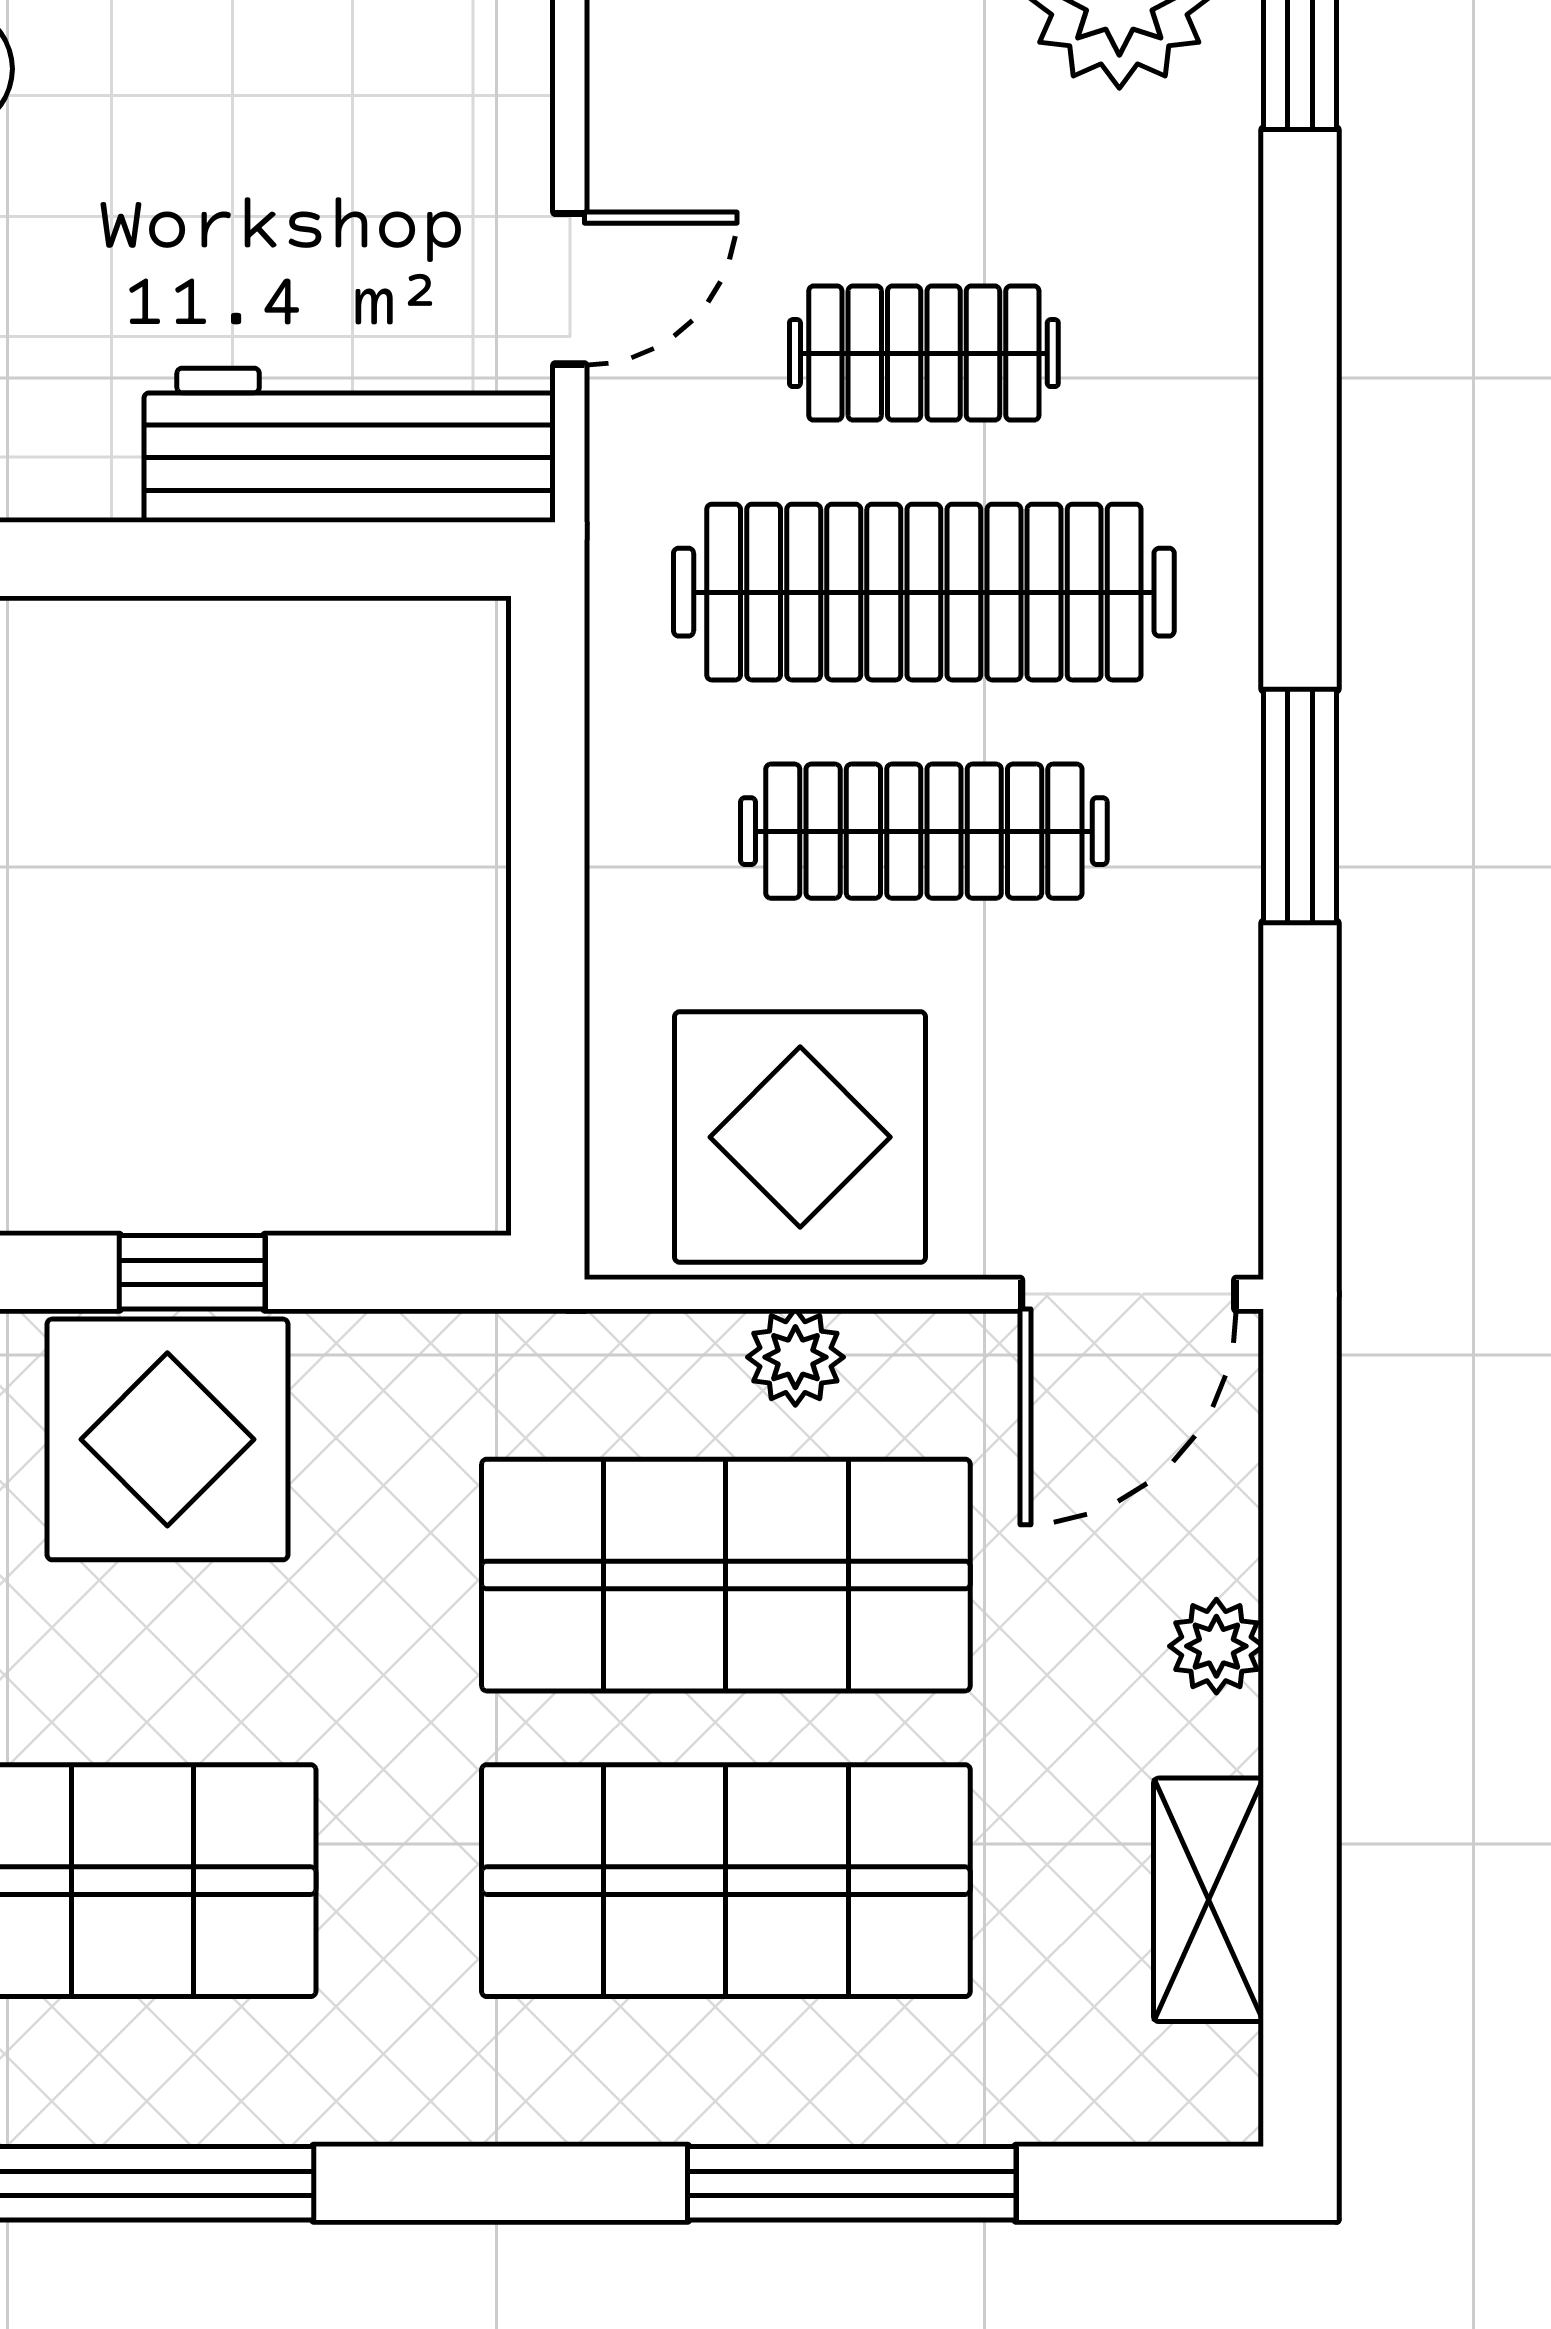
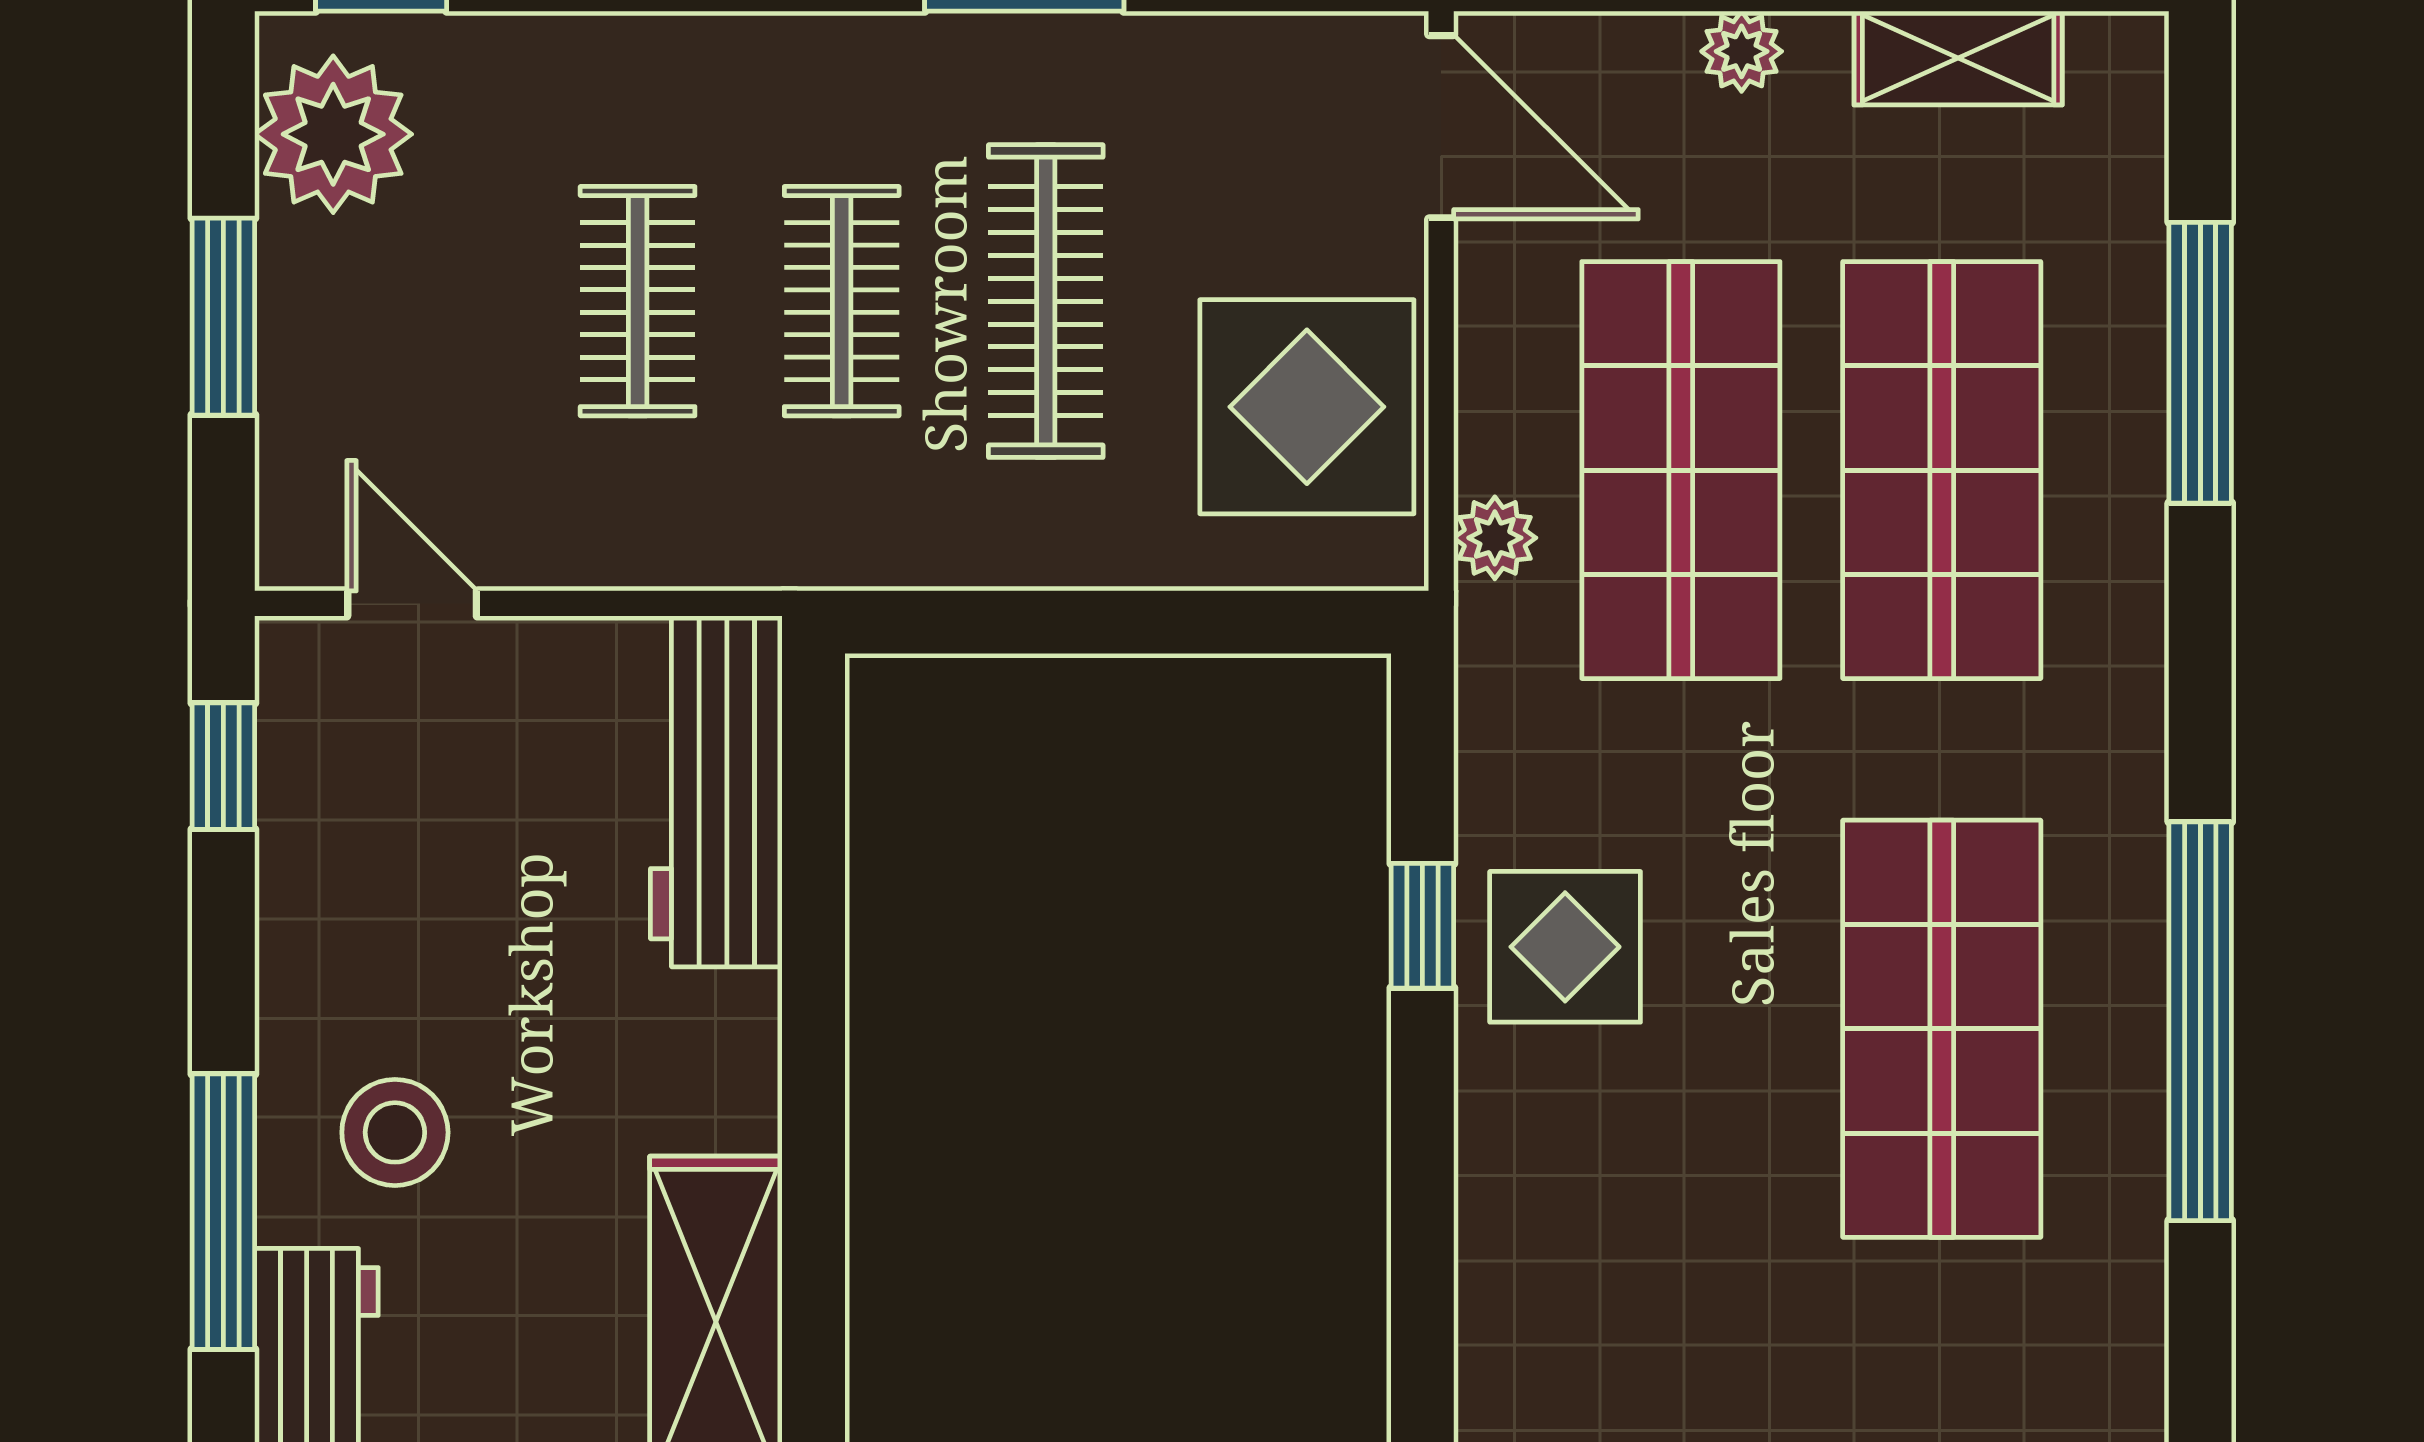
door: (570, 289) -> (412, 603), moved
clothes rail: (924, 592) -> (842, 301), width x0.54, depth x0.76
plant: (795, 1357) -> (1495, 538), moved
display table: (167, 1439) -> (1565, 947), width x0.73, depth x0.73

